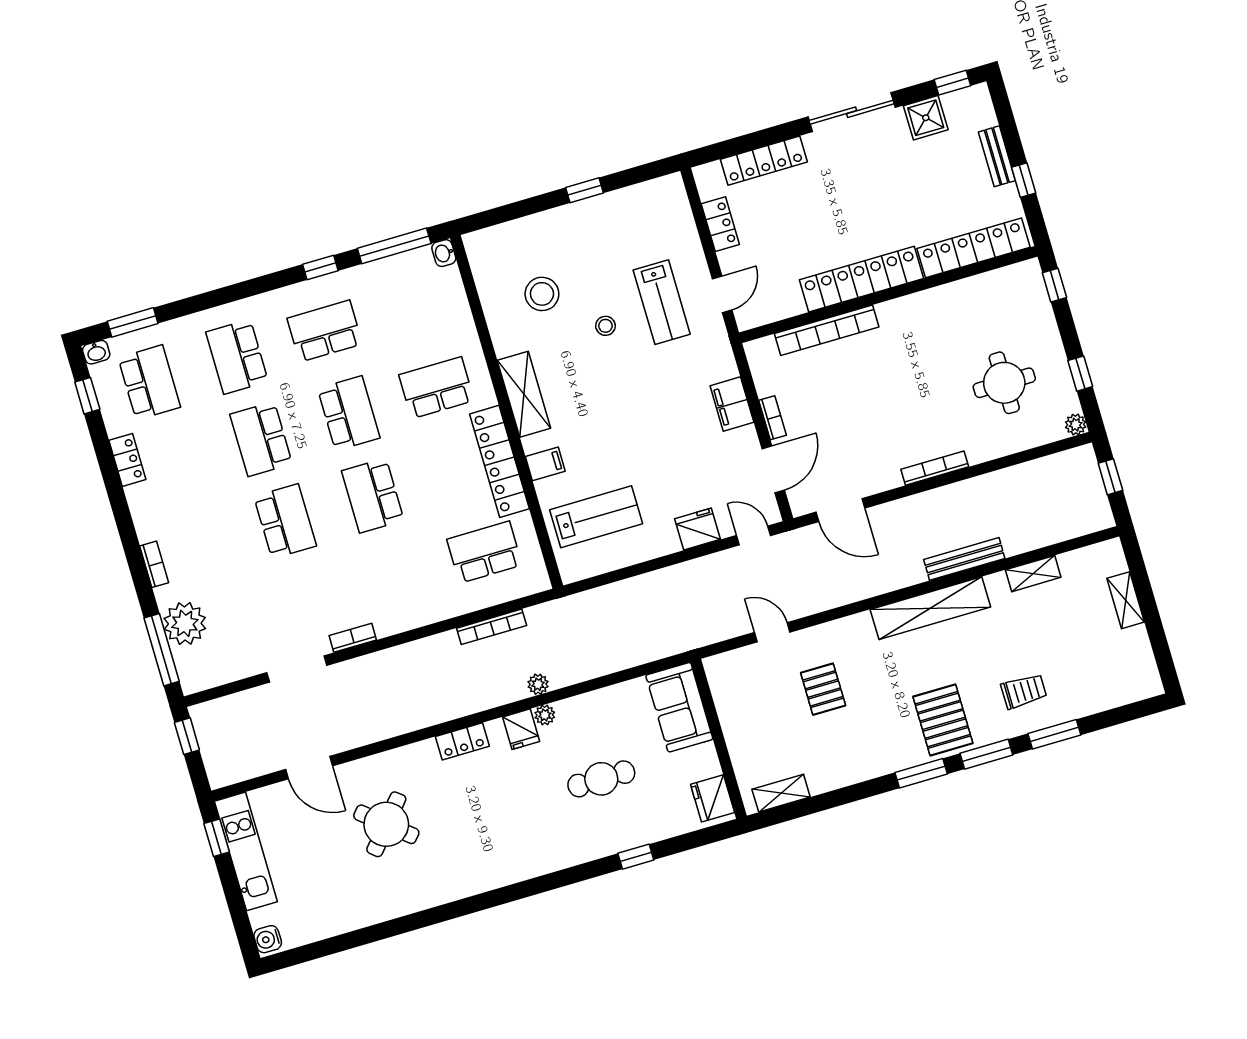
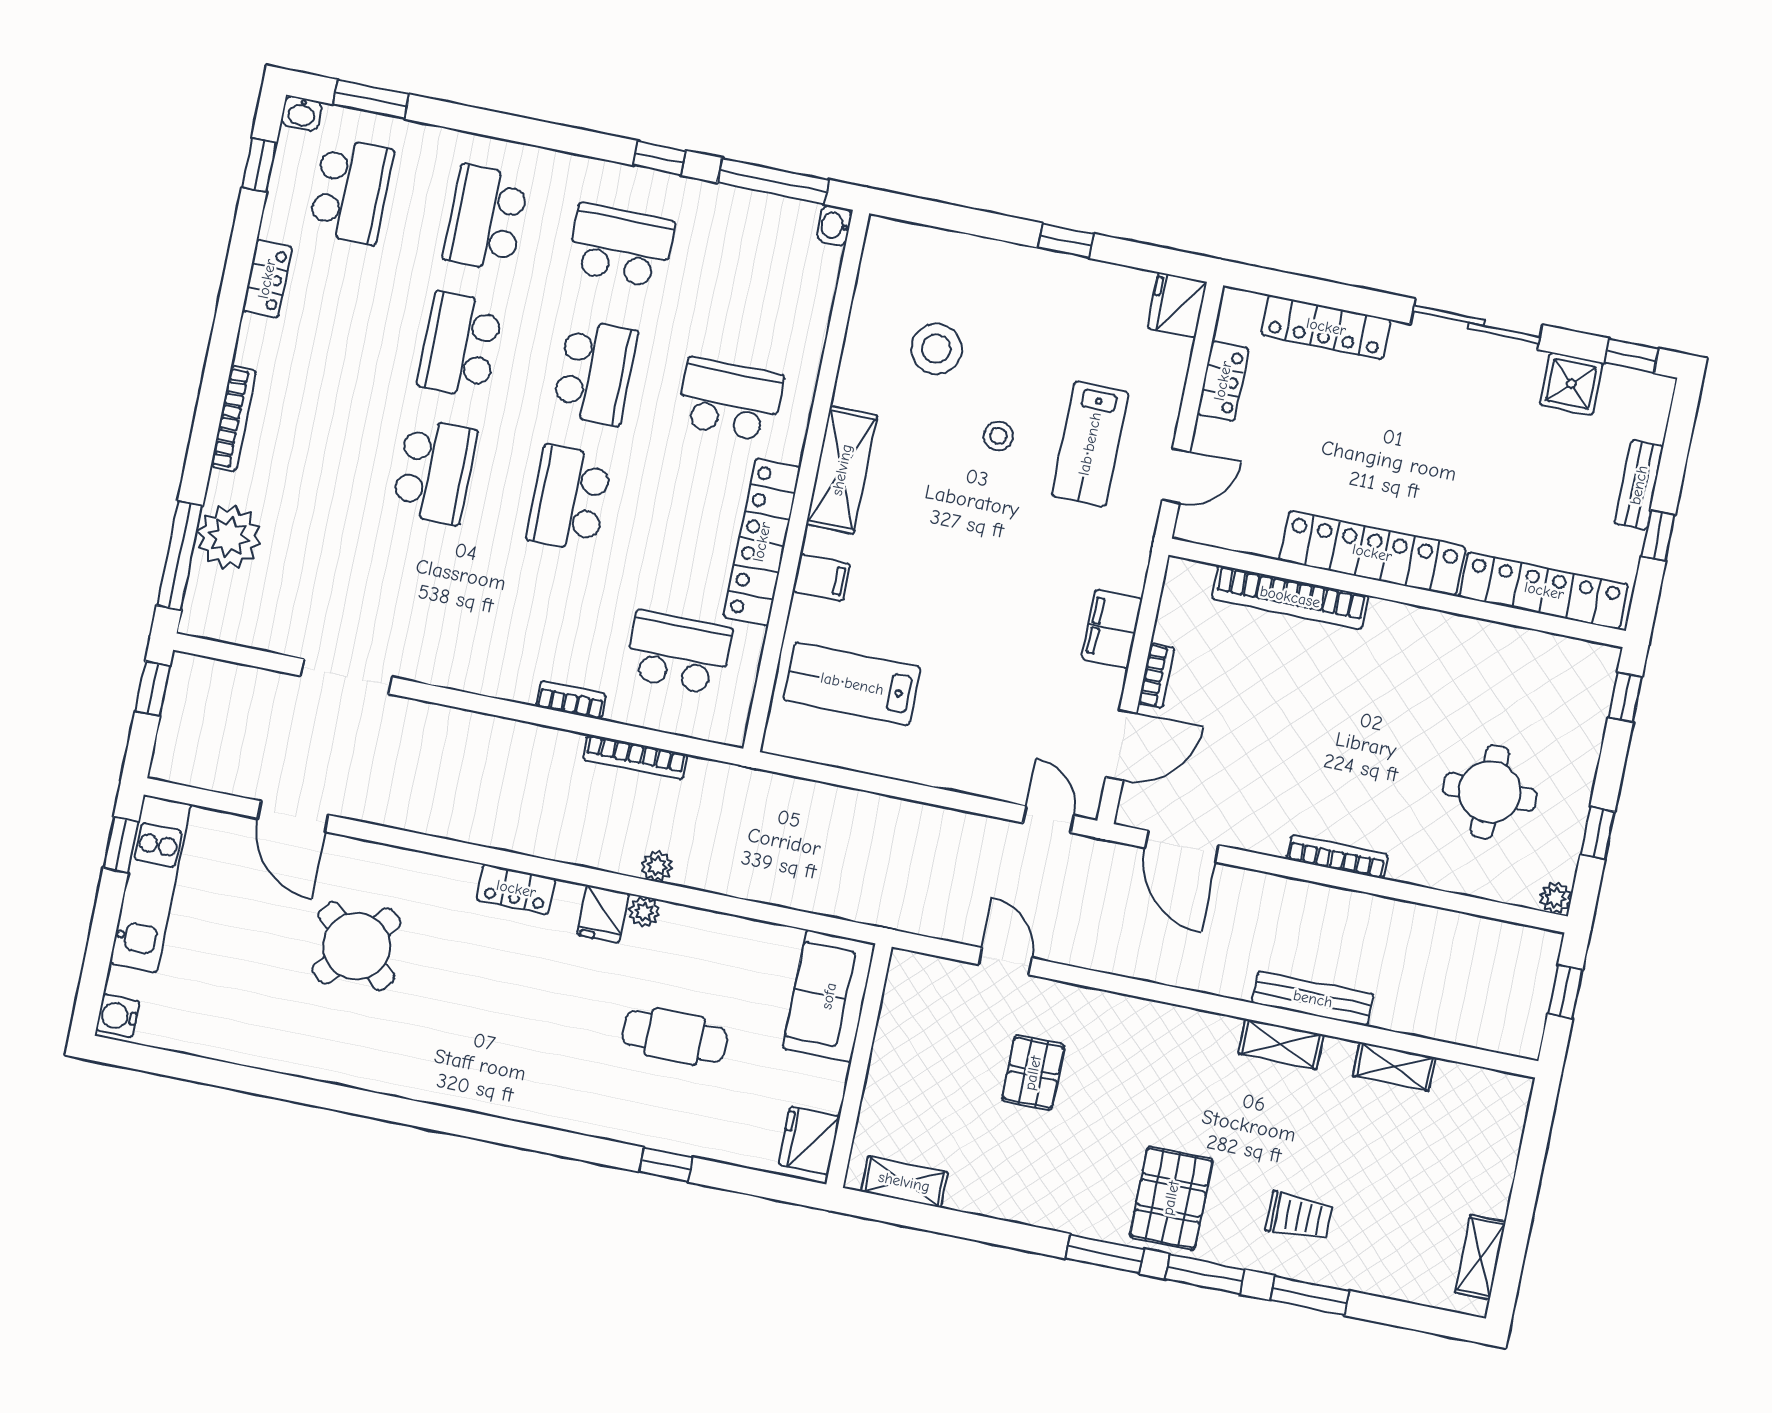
lab bench: (596, 517) -> (852, 684), turned 180
fridge: (698, 529) -> (1177, 305), moved, turned -90
bookcase: (154, 564) -> (233, 419), width x1.56
shelving: (1126, 600) -> (1480, 1257), moved
shelving: (930, 608) -> (1281, 1044), width x0.45, depth x0.75
bookcase: (353, 638) -> (571, 700), moved

